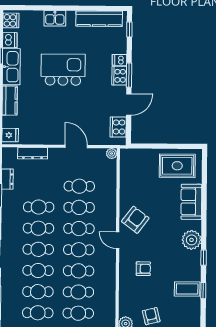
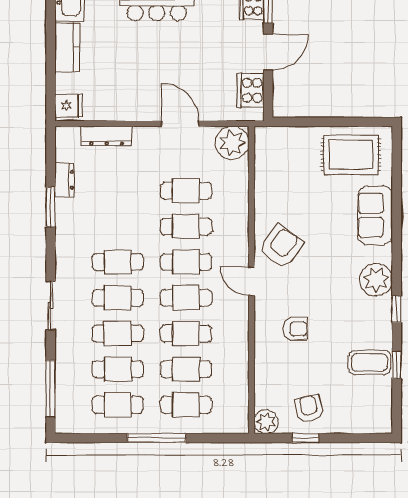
plant: (112, 154) -> (232, 143), width x1.87, depth x1.87
cafe table: (39, 207) -> (118, 226), removed

